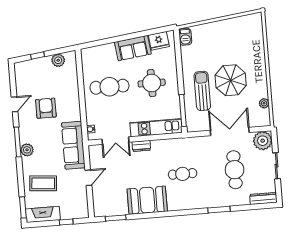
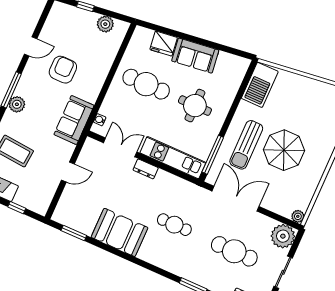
barbecue: (185, 37) -> (260, 85), width x1.88, depth x1.53
fridge: (159, 41) -> (164, 44), moved
sun lounger: (202, 91) -> (246, 145), turned 180
plant: (264, 103) -> (298, 216), moved
double door: (230, 131) -> (235, 199), moved
double door: (115, 141) -> (120, 147), swing flipped
sofa: (73, 145) -> (74, 120), width x0.73
cafe table: (235, 170) -> (234, 251), turned 90

